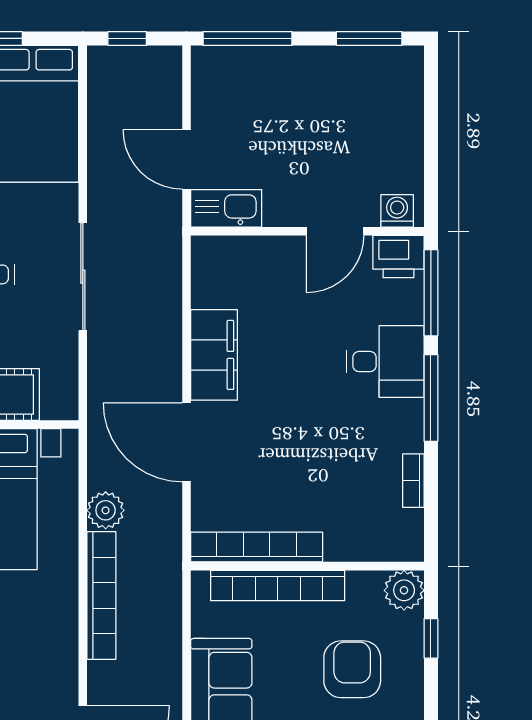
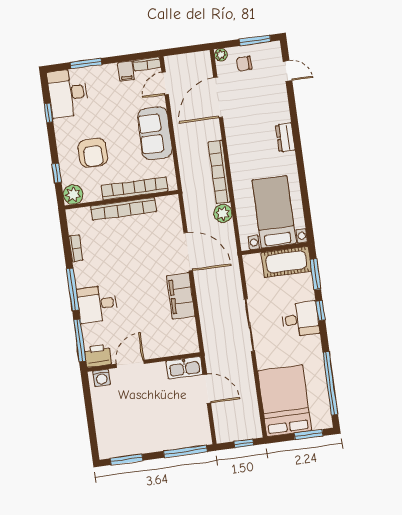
bookcase: (257, 547) -> (124, 209), moved

